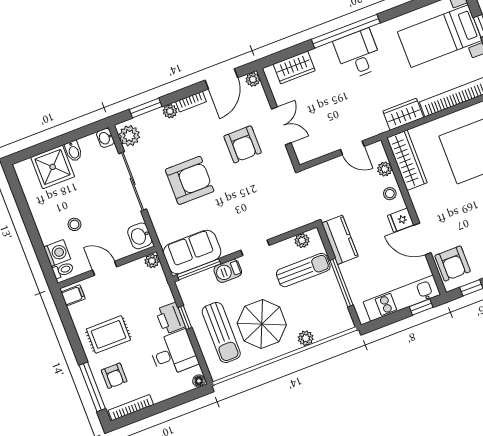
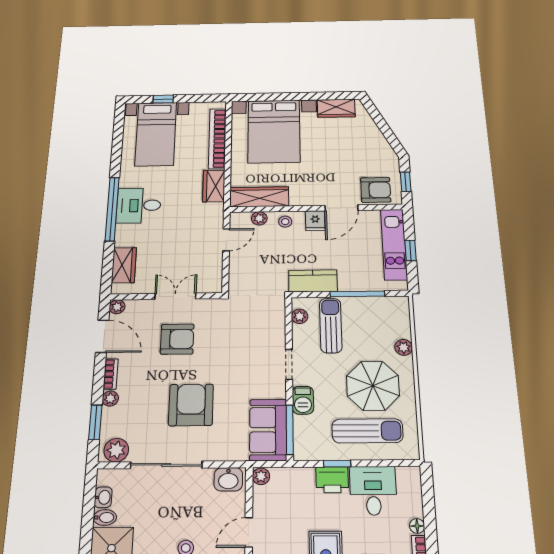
washbasin: (105, 138) -> (103, 497), moved, turned -90
window: (421, 307) -> (411, 250), moved
floor lamp: (199, 381) -> (417, 526), moved

